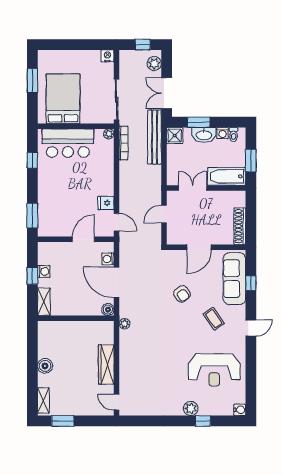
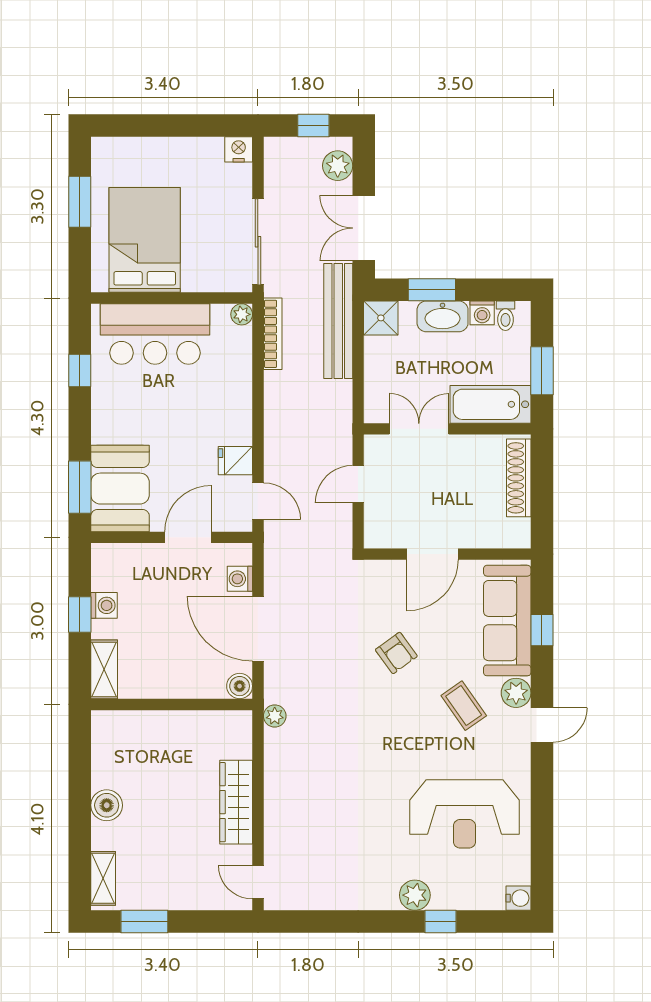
booth: (51, 216) -> (120, 489), added
shoe rack: (240, 226) -> (519, 478), moved
plant: (239, 313) -> (516, 693), added

